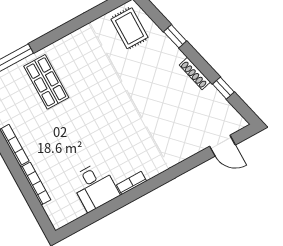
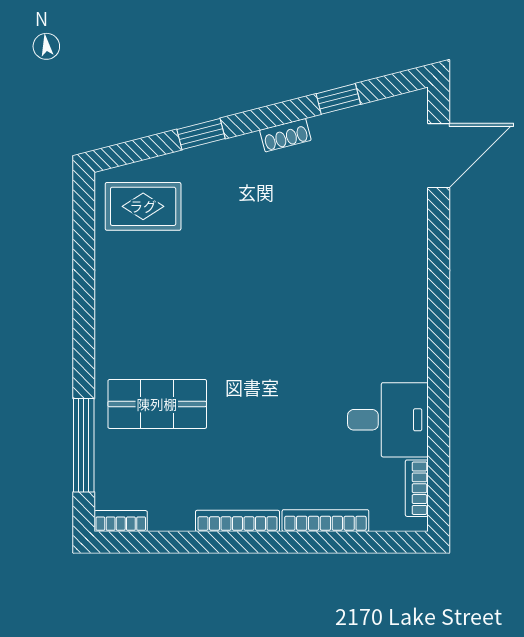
shoe rack: (195, 74) -> (285, 135), width x0.70
door: (223, 146) -> (439, 156), width x1.38
bookcase: (132, 183) -> (417, 488), moved

